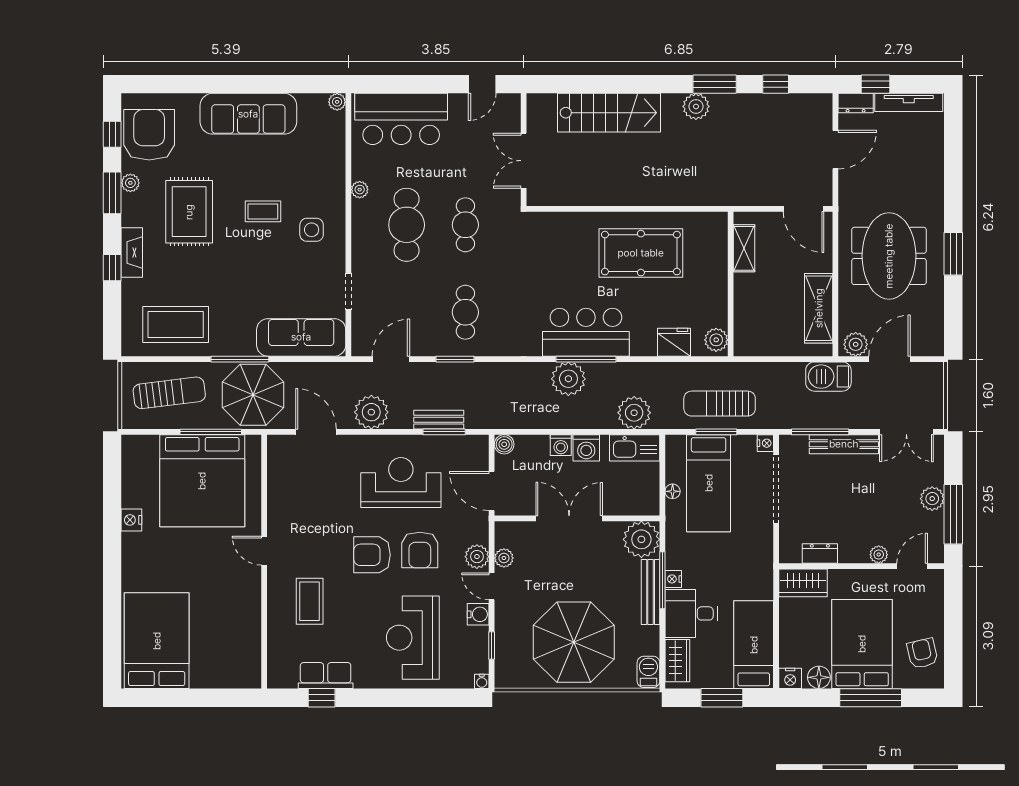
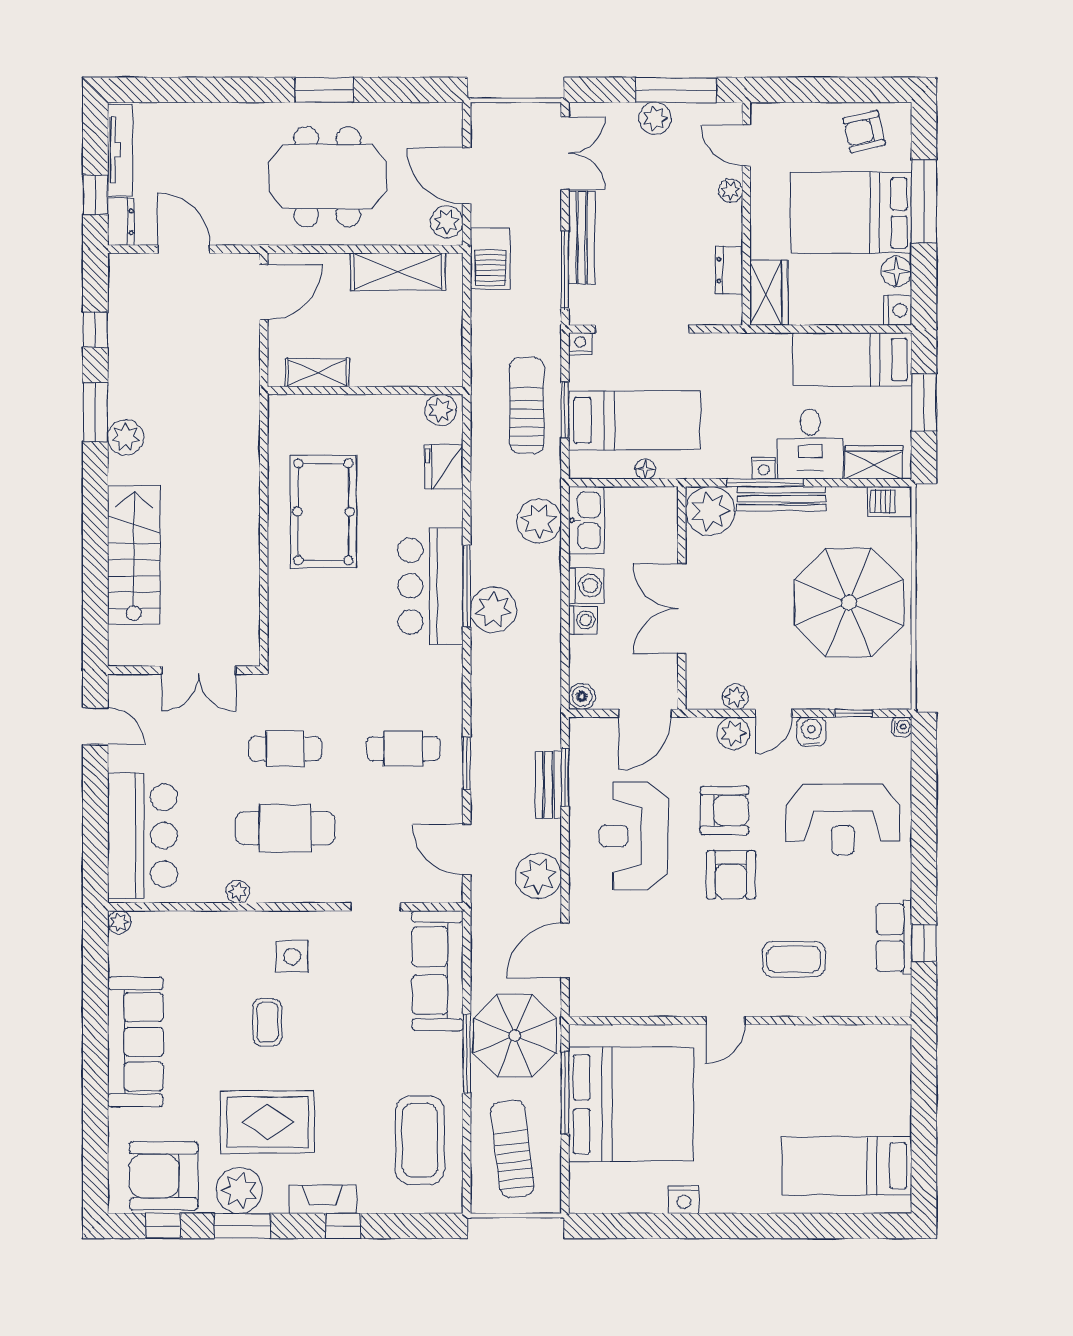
plant: (130, 183) -> (239, 1191), width x1.87, depth x1.87
sun lounger: (720, 404) -> (527, 405), turned 180
bed: (157, 641) -> (847, 1166), width x0.67

